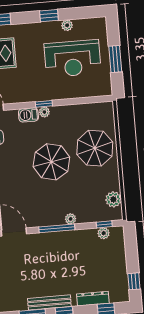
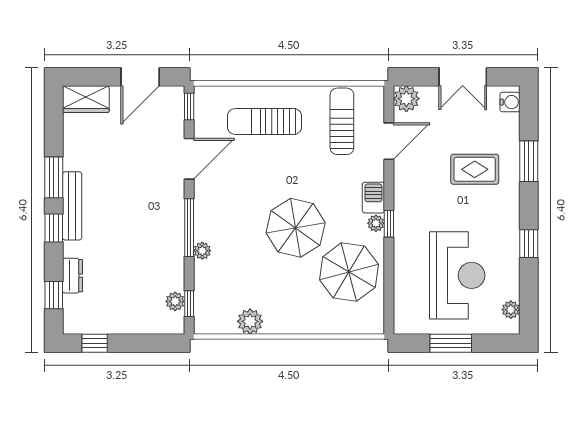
plant: (67, 25) -> (511, 310), moved
reception desk: (73, 59) -> (457, 275), turned 180
parasol: (95, 148) -> (349, 272), moved
plant: (113, 199) -> (250, 321), moved
dresser: (93, 299) -> (72, 276), width x0.70

